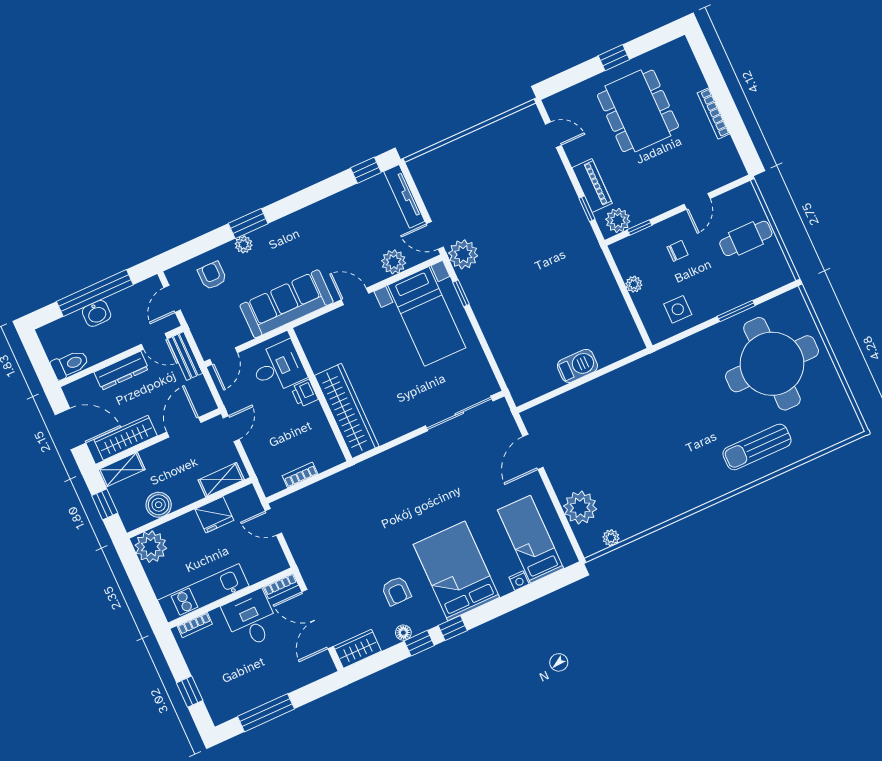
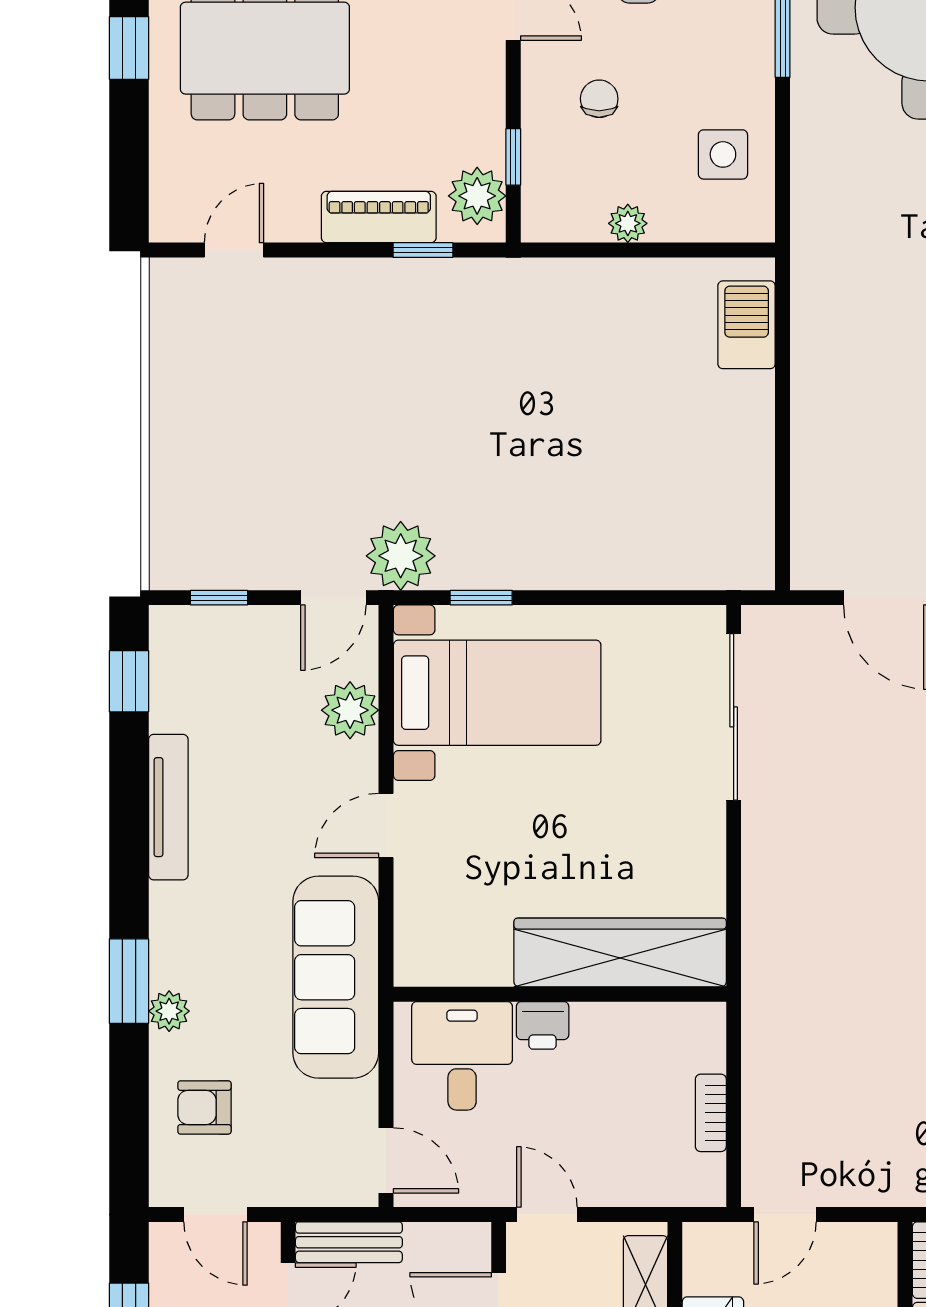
window: (415, 191) -> (219, 598), added
tv unit: (404, 196) -> (168, 807), moved, turned -90
barbecue: (577, 366) -> (747, 325), moved

